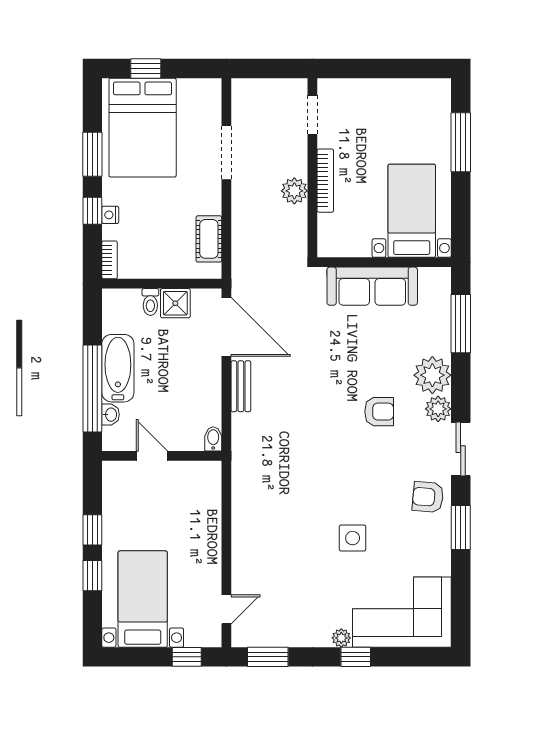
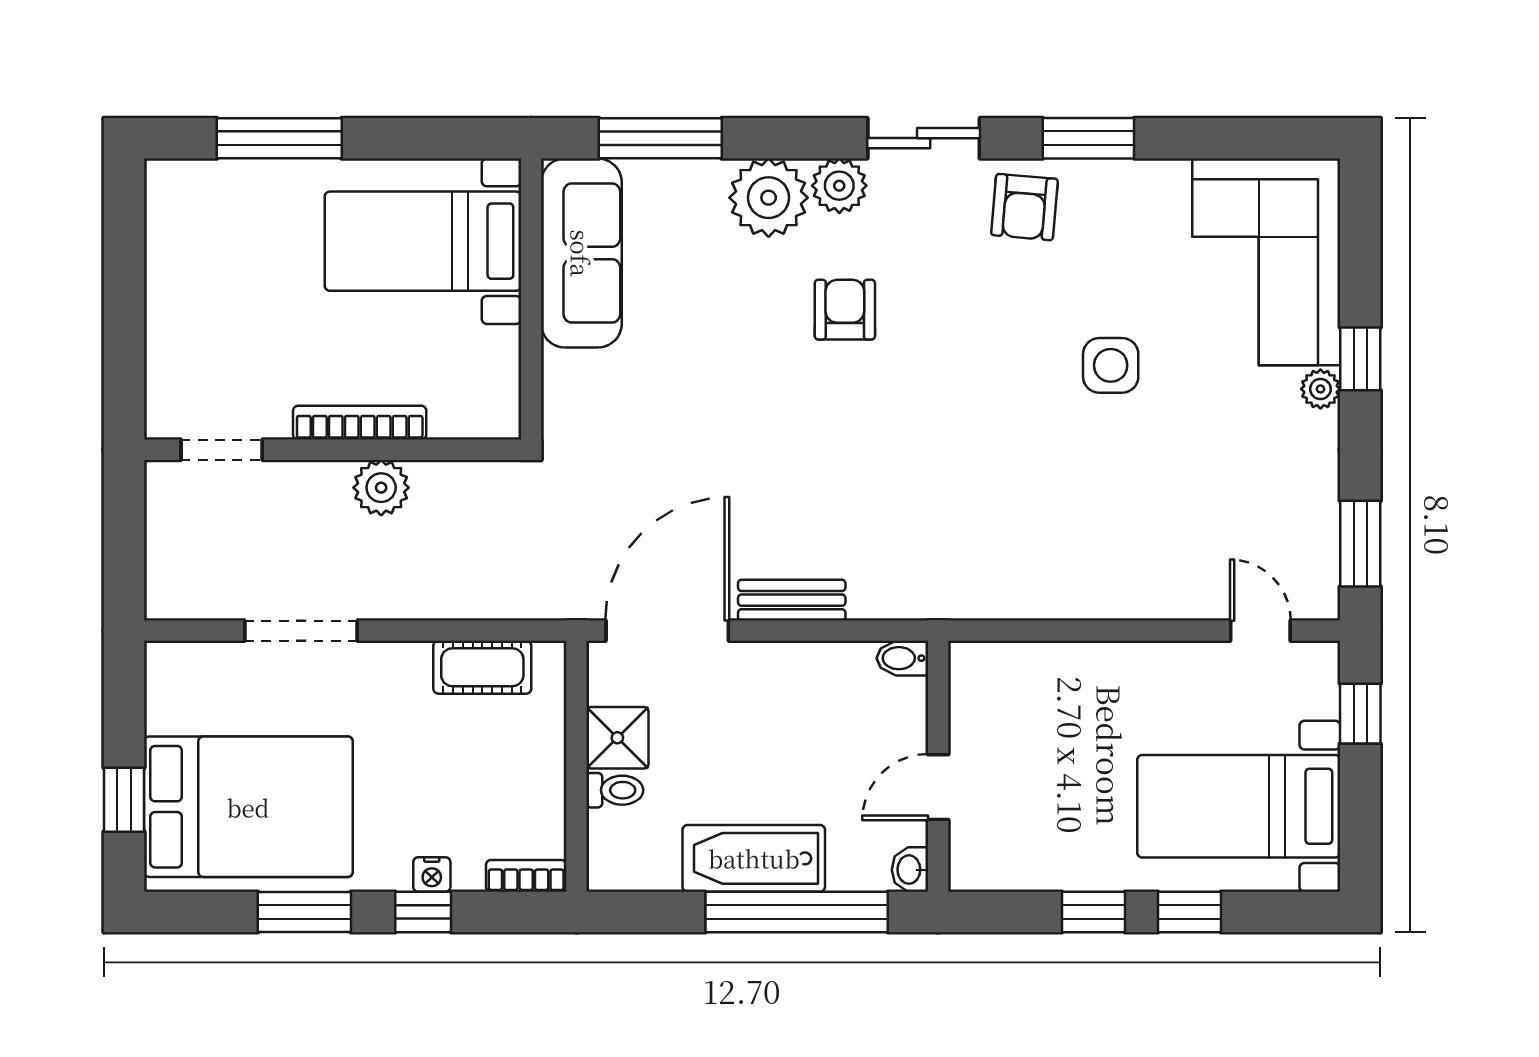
sofa: (372, 286) -> (581, 253), moved
washbasin: (111, 415) -> (910, 870), moved, turned -90

